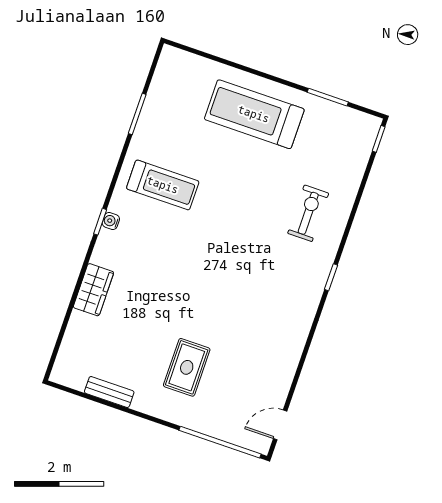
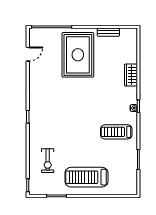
treadmill: (254, 114) -> (87, 177), turned 180
exercise bike: (308, 213) -> (48, 161), moved
rug: (187, 367) -> (78, 55), width x1.86, depth x2.06
door: (280, 425) -> (28, 54), moved

